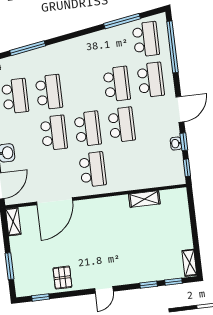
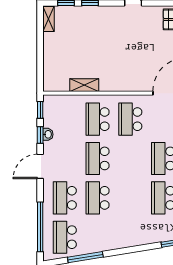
school desk: (88, 129) -> (98, 119), moved

